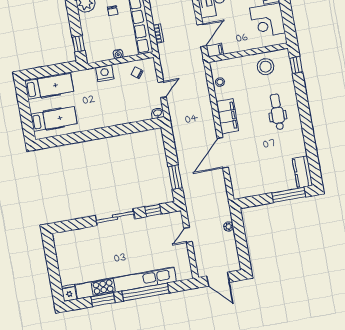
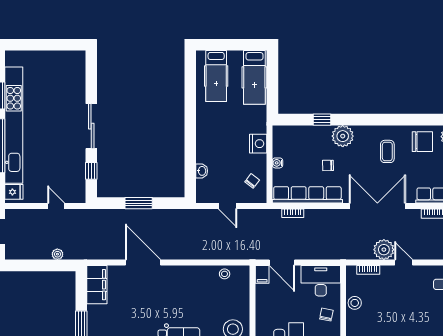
window: (79, 44) -> (322, 120), moved
washbasin: (158, 113) -> (202, 171), moved
filing cabinet: (227, 116) -> (97, 285), moved, turned -90
window: (175, 177) -> (139, 203), moved
fridge: (69, 293) -> (14, 192), moved

